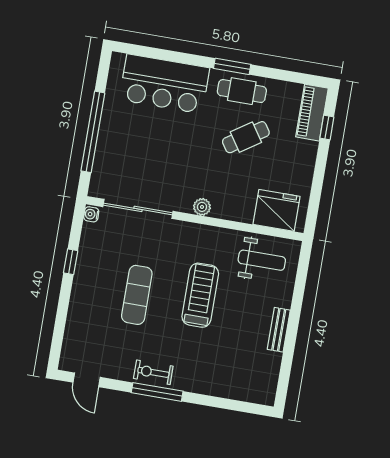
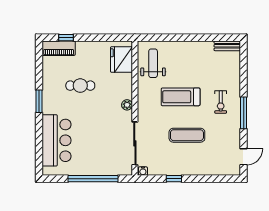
cafe table: (242, 91) -> (53, 93), removed
cafe table: (246, 137) -> (80, 86), turned -56
bench: (279, 330) -> (227, 46), moved
exercise bike: (153, 372) -> (221, 102), moved

